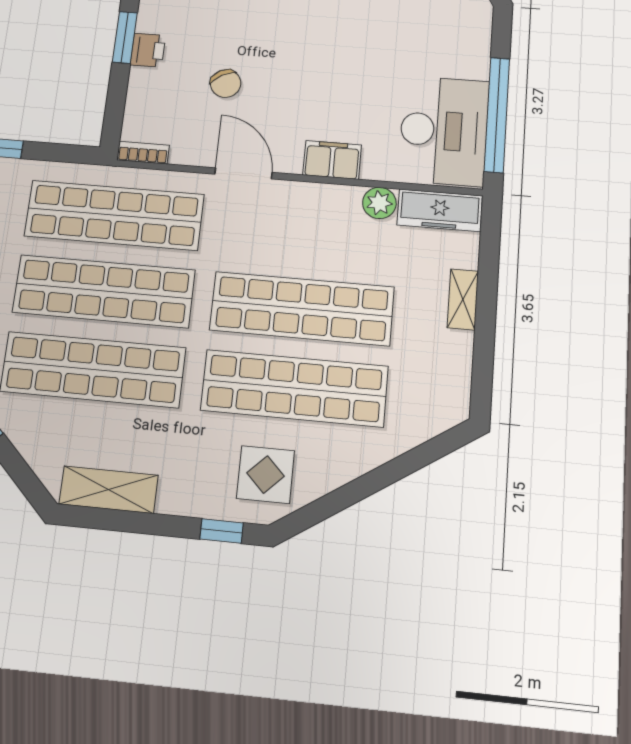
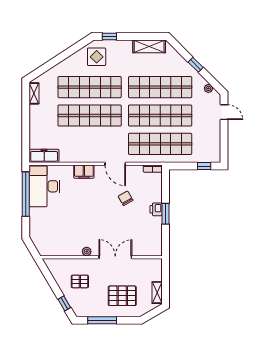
plant: (379, 203) -> (66, 157), removed
shelving: (463, 299) -> (34, 93), moved

